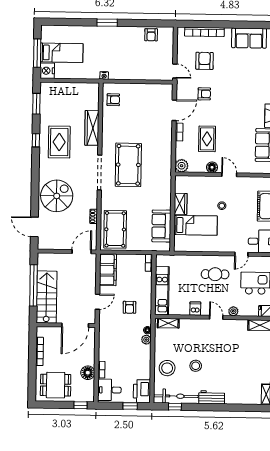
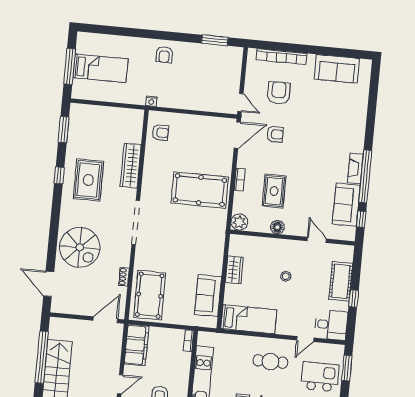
window: (107, 23) -> (215, 40), moved
armchair: (151, 35) -> (164, 55), moved
nightstand: (47, 71) -> (81, 89), removed
door: (174, 110) -> (237, 135), moved
pool table: (128, 165) -> (200, 190), moved, turned 90
door: (229, 175) -> (317, 240), moved
spiral stairs: (57, 196) -> (80, 247), turned 90
bed: (196, 225) -> (249, 319), moved

